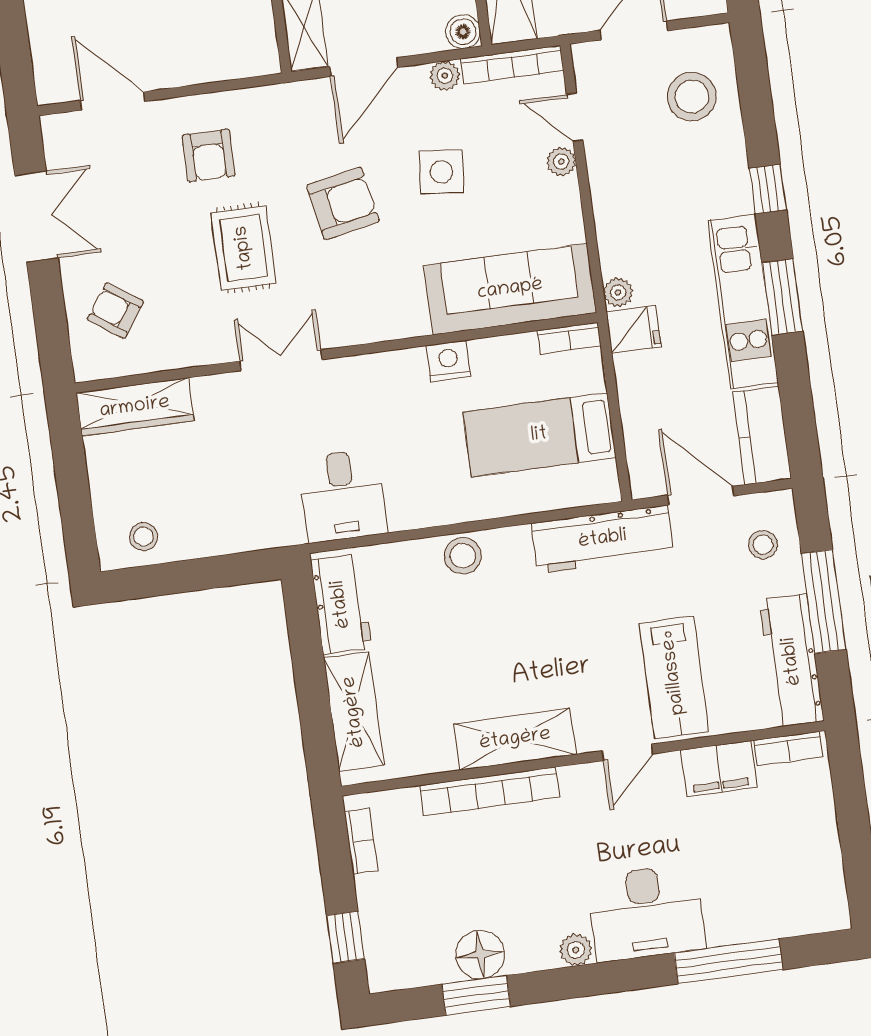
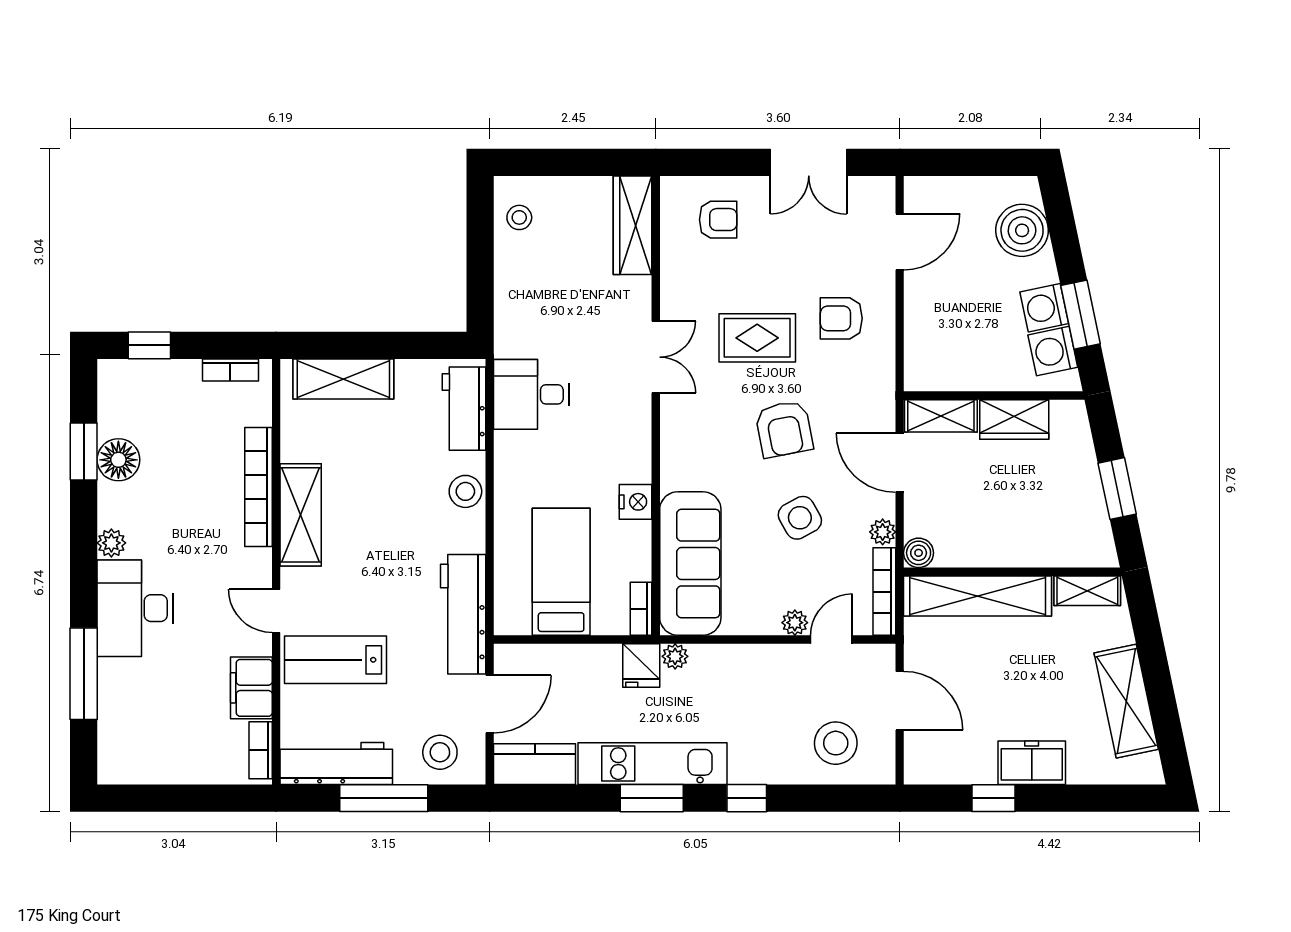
side table: (441, 172) -> (800, 518), turned -35
armchair: (115, 311) -> (718, 220), turned 55
stool: (763, 545) -> (440, 752), width x1.37, depth x1.37
workbench: (341, 604) -> (464, 409), moved, turned 90

